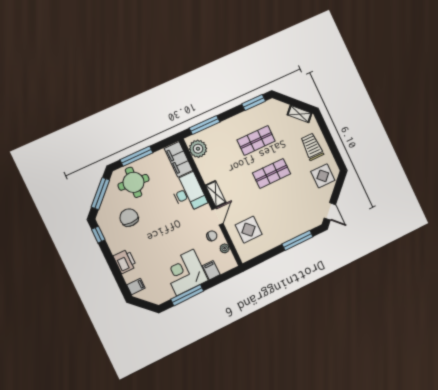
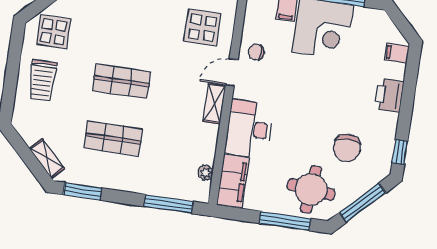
shelving: (300, 114) -> (47, 158), moved
plant: (198, 149) -> (206, 173), width x0.53, depth x0.53
plant: (225, 248) -> (250, 25), removed

